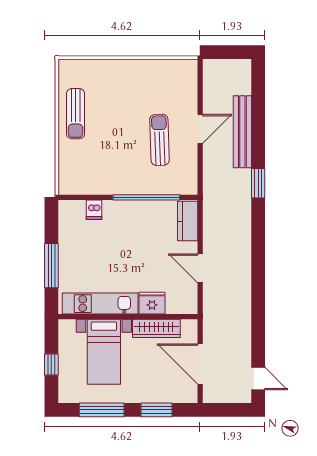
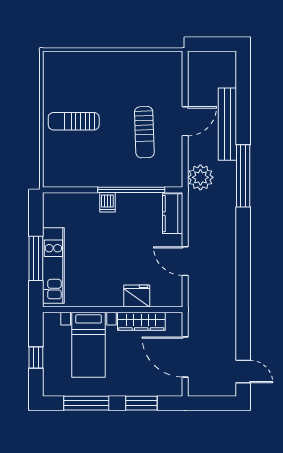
sun lounger: (76, 114) -> (74, 121), moved, turned 90
sun lounger: (159, 140) -> (144, 132), turned 180
window: (258, 183) -> (243, 176), width x2.11
plant: (215, 185) -> (200, 177), added
dishwasher: (94, 210) -> (107, 202), moved
kitchen unit: (100, 304) -> (53, 266), moved, turned 90

